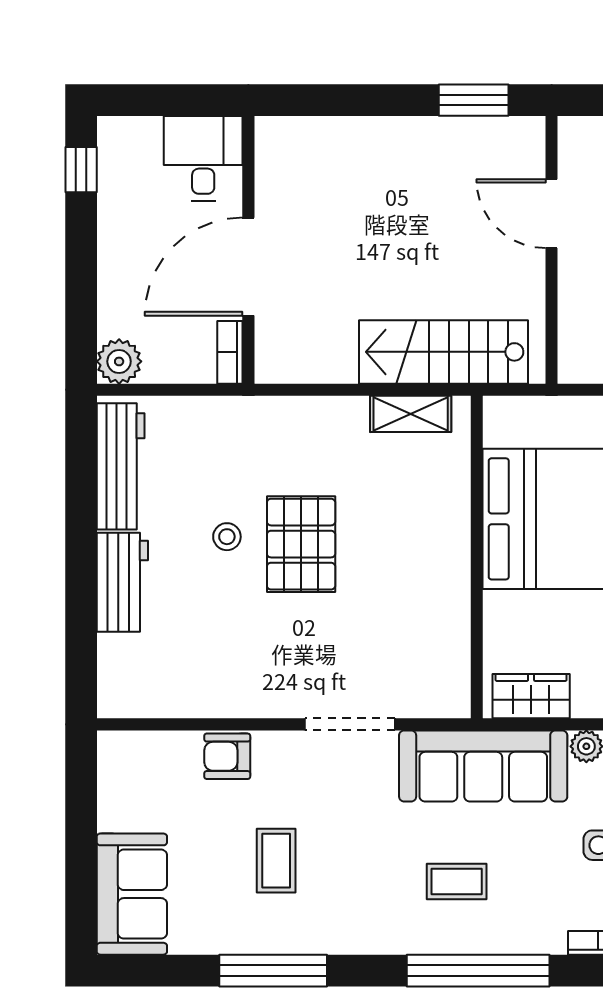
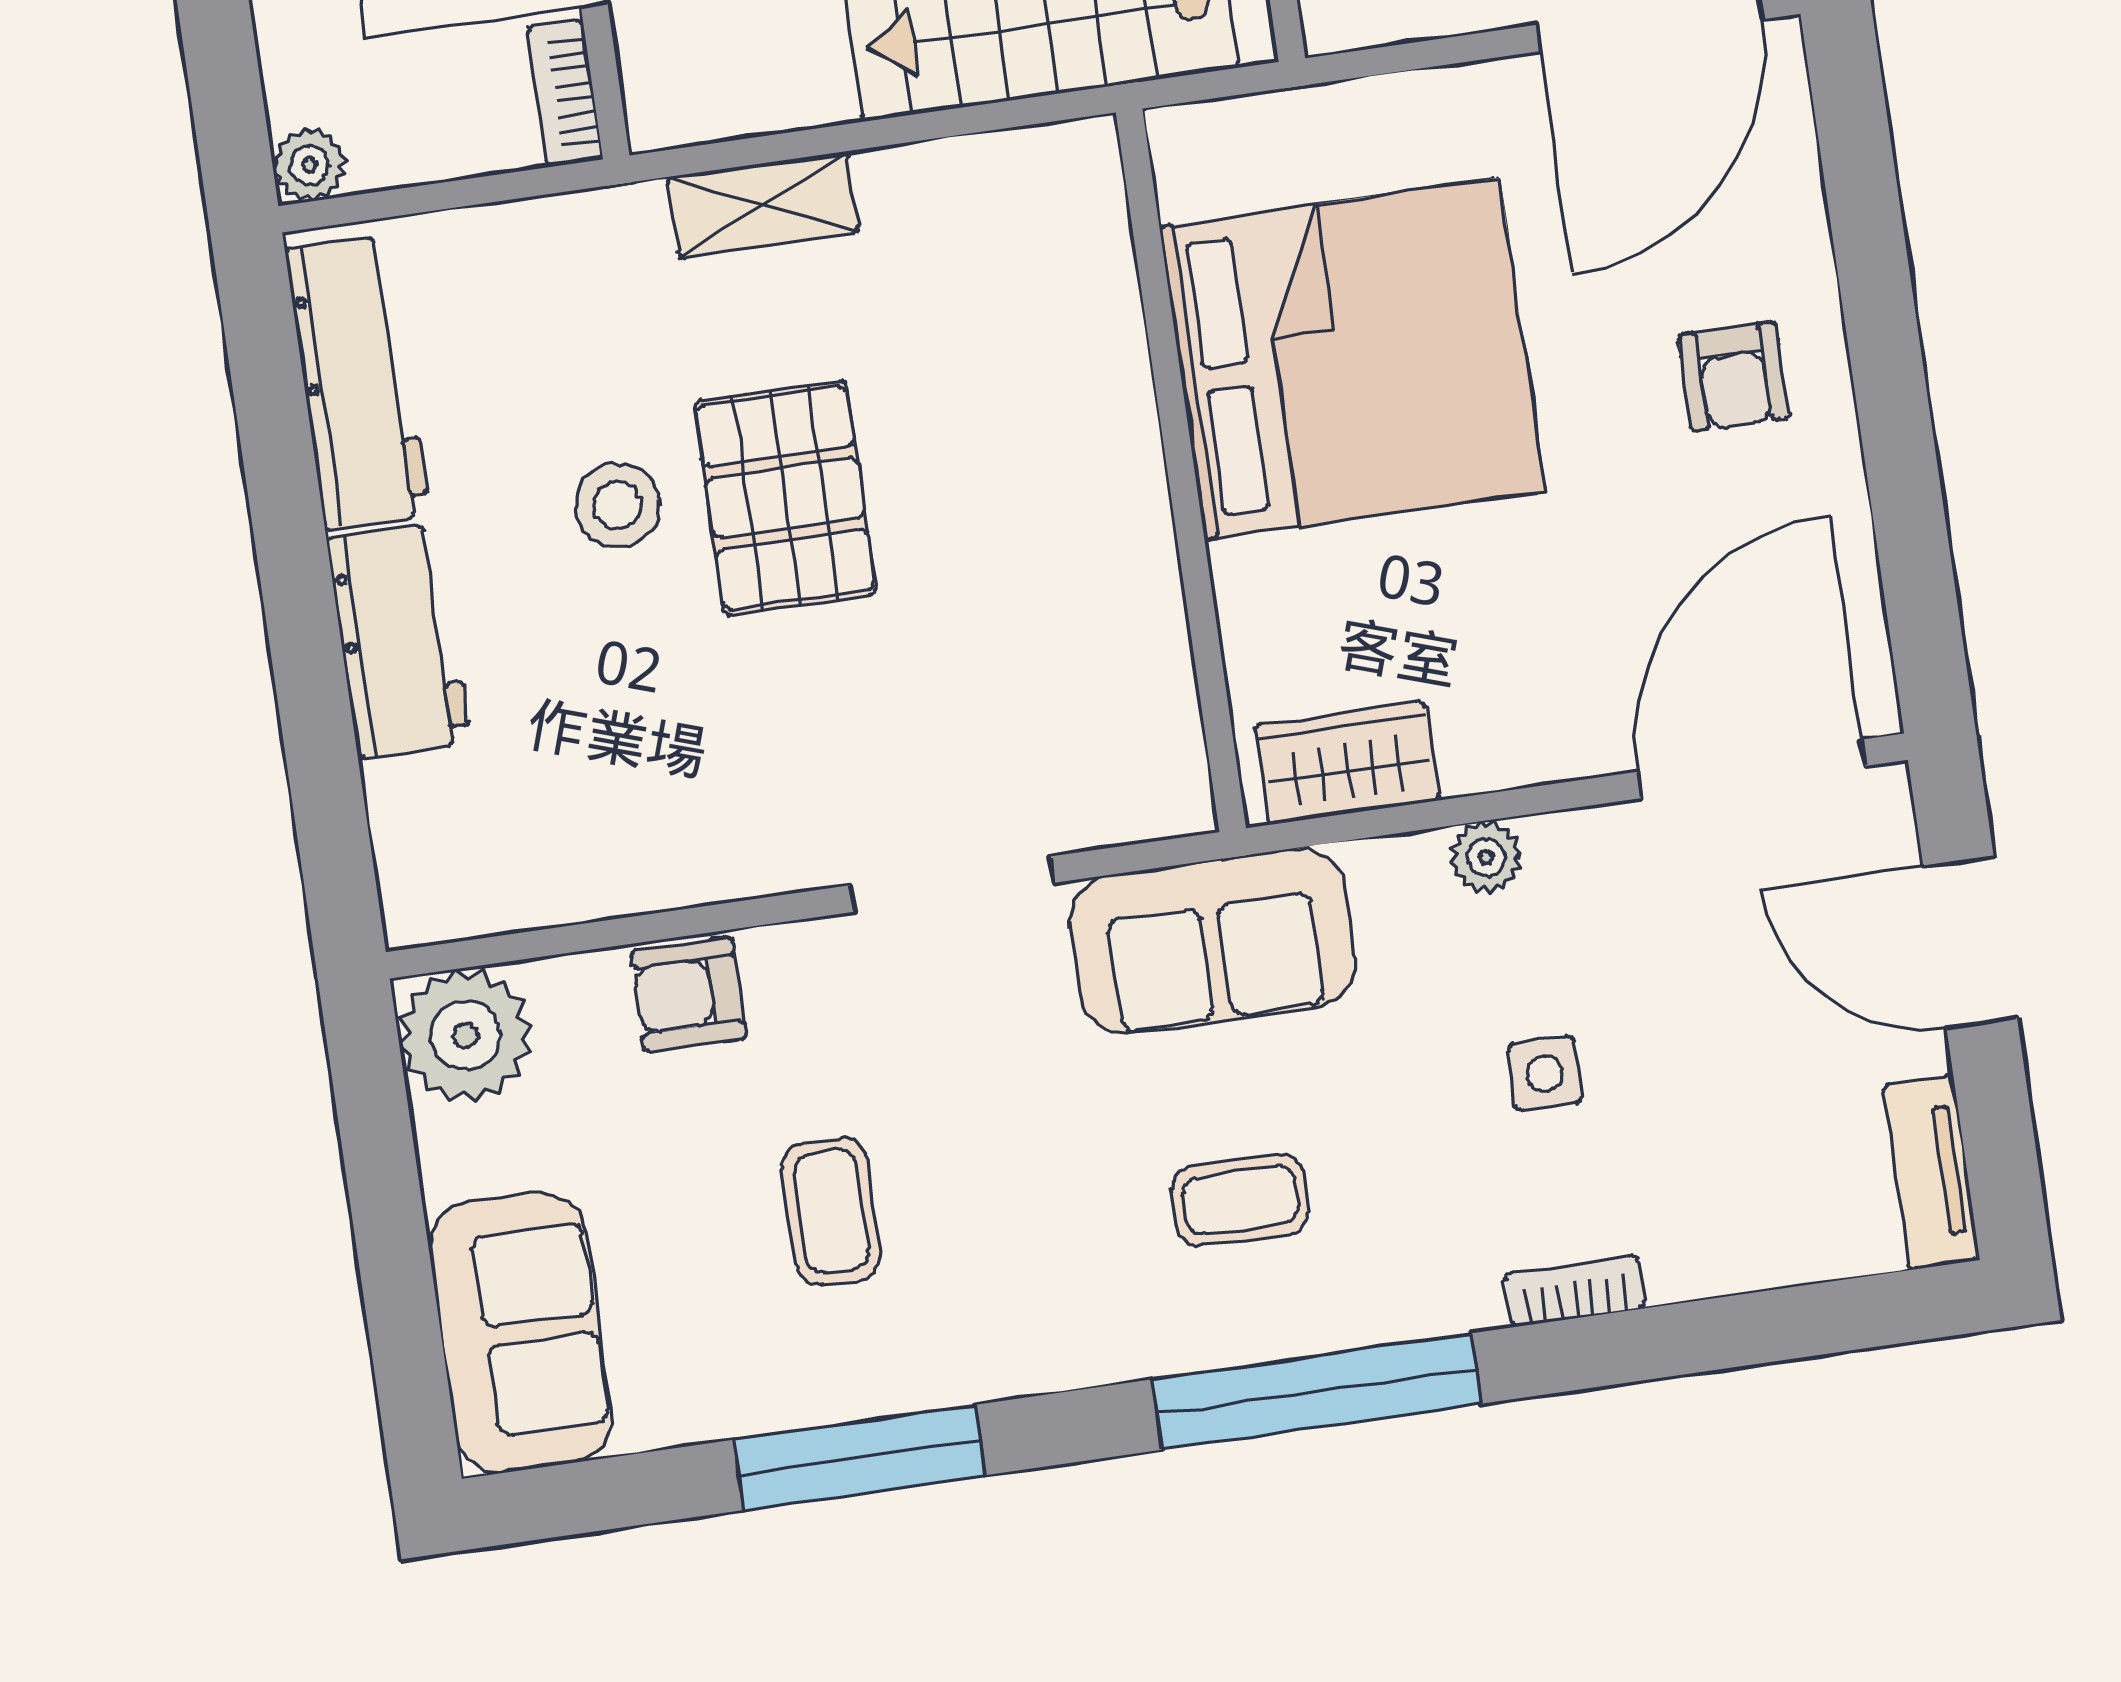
plant: (119, 361) -> (309, 165), width x0.73, depth x0.73
shelving: (411, 414) -> (763, 205), moved
stool: (227, 537) -> (617, 505), width x1.37, depth x1.37
plant: (127, 760) -> (465, 1035), added
sofa: (483, 766) -> (1213, 941), width x0.73

